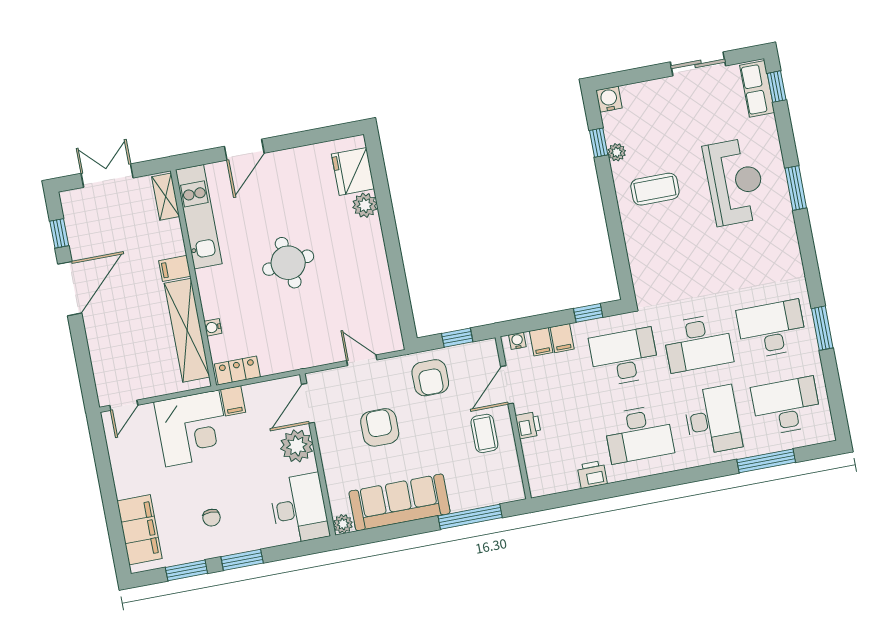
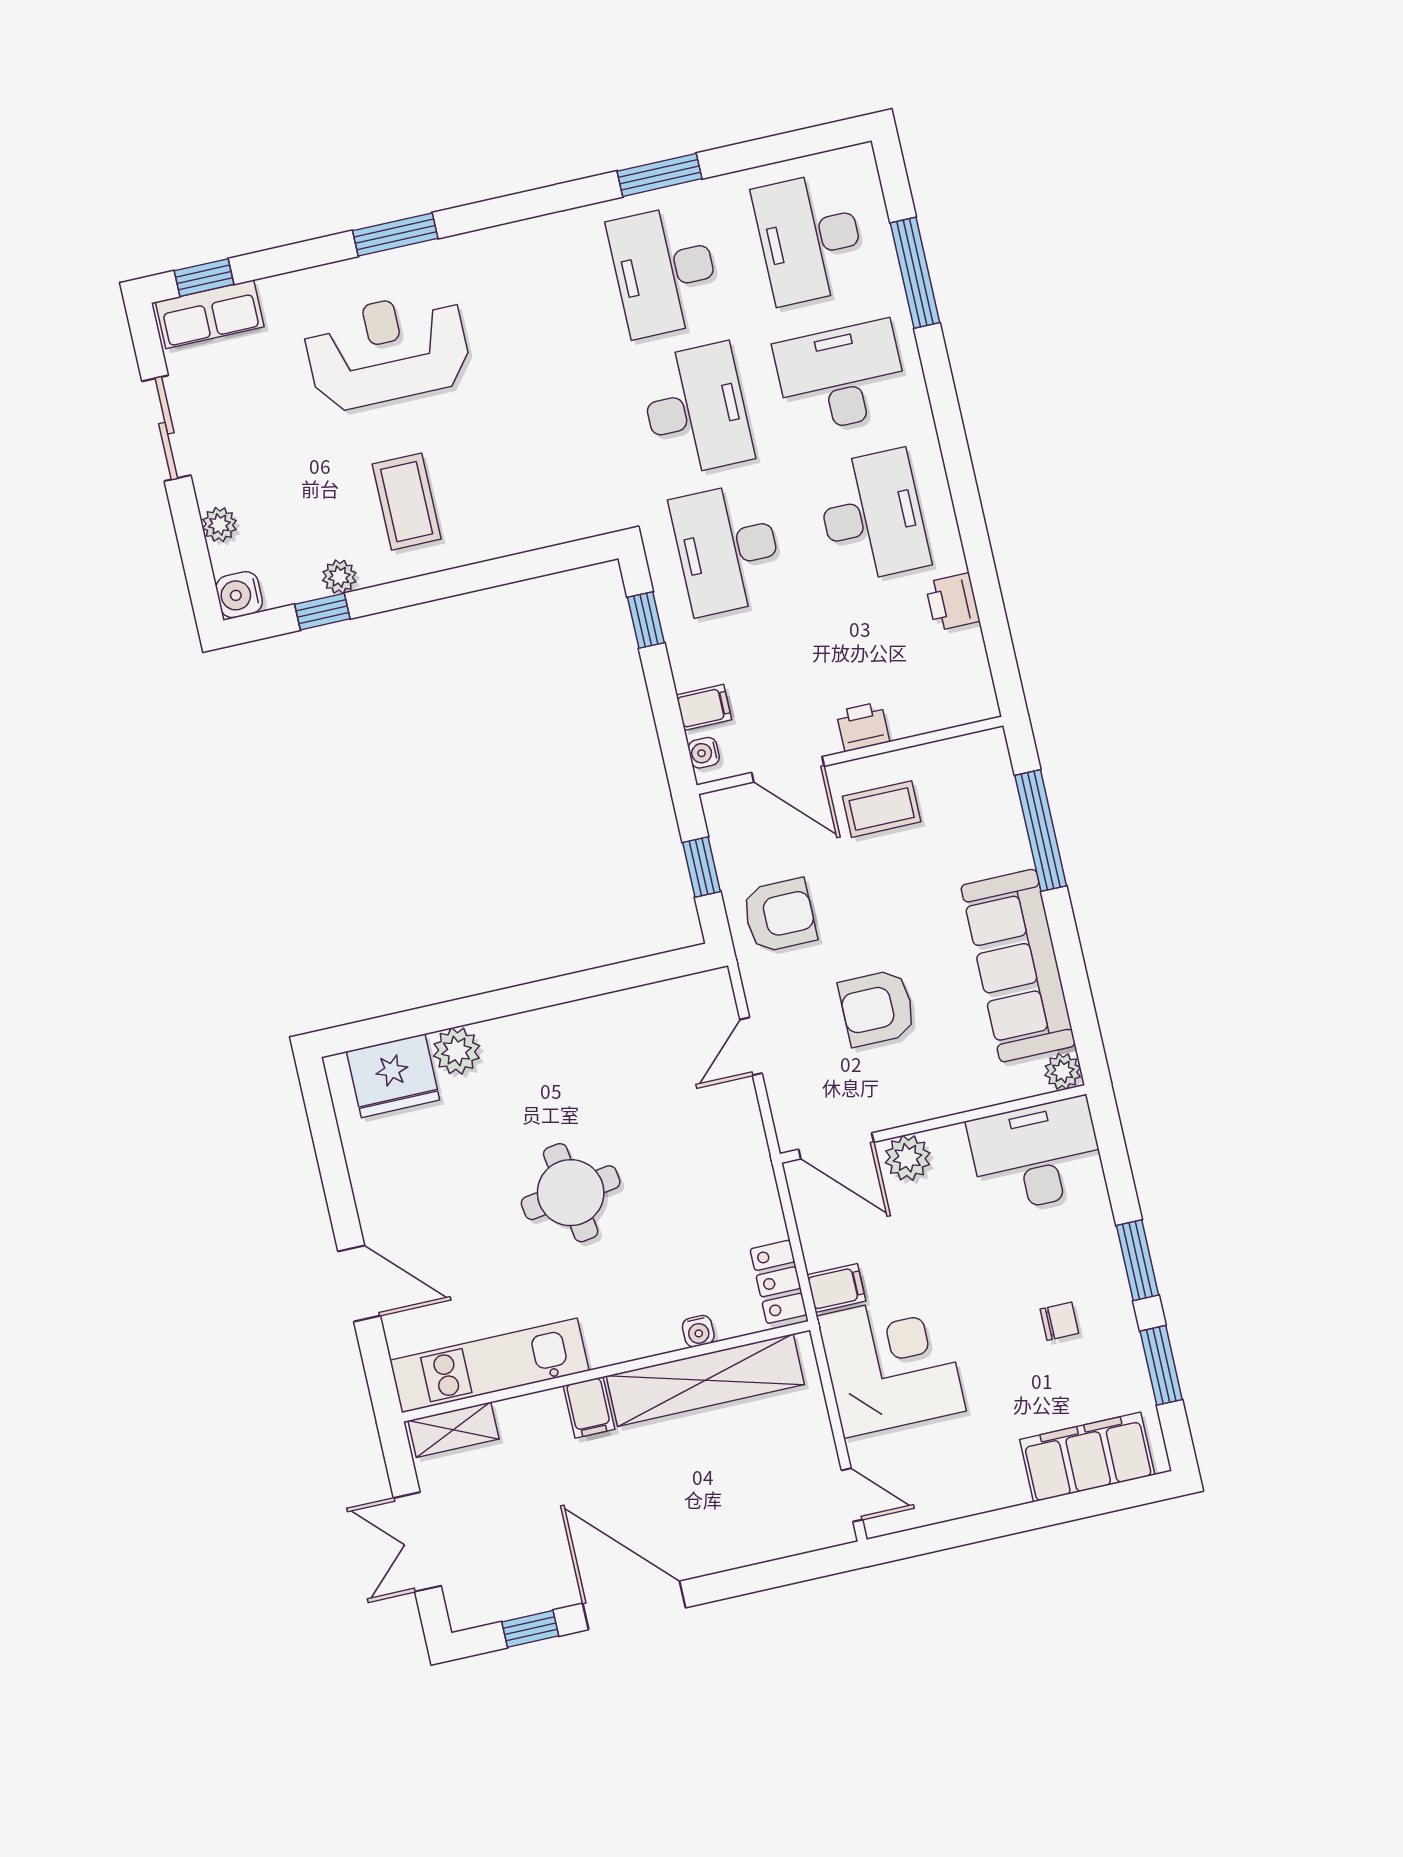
plant: (646, 90) -> (219, 525), added
filing cabinet: (562, 338) -> (696, 668), removed
plant: (297, 446) -> (908, 1158), width x0.73, depth x0.73

